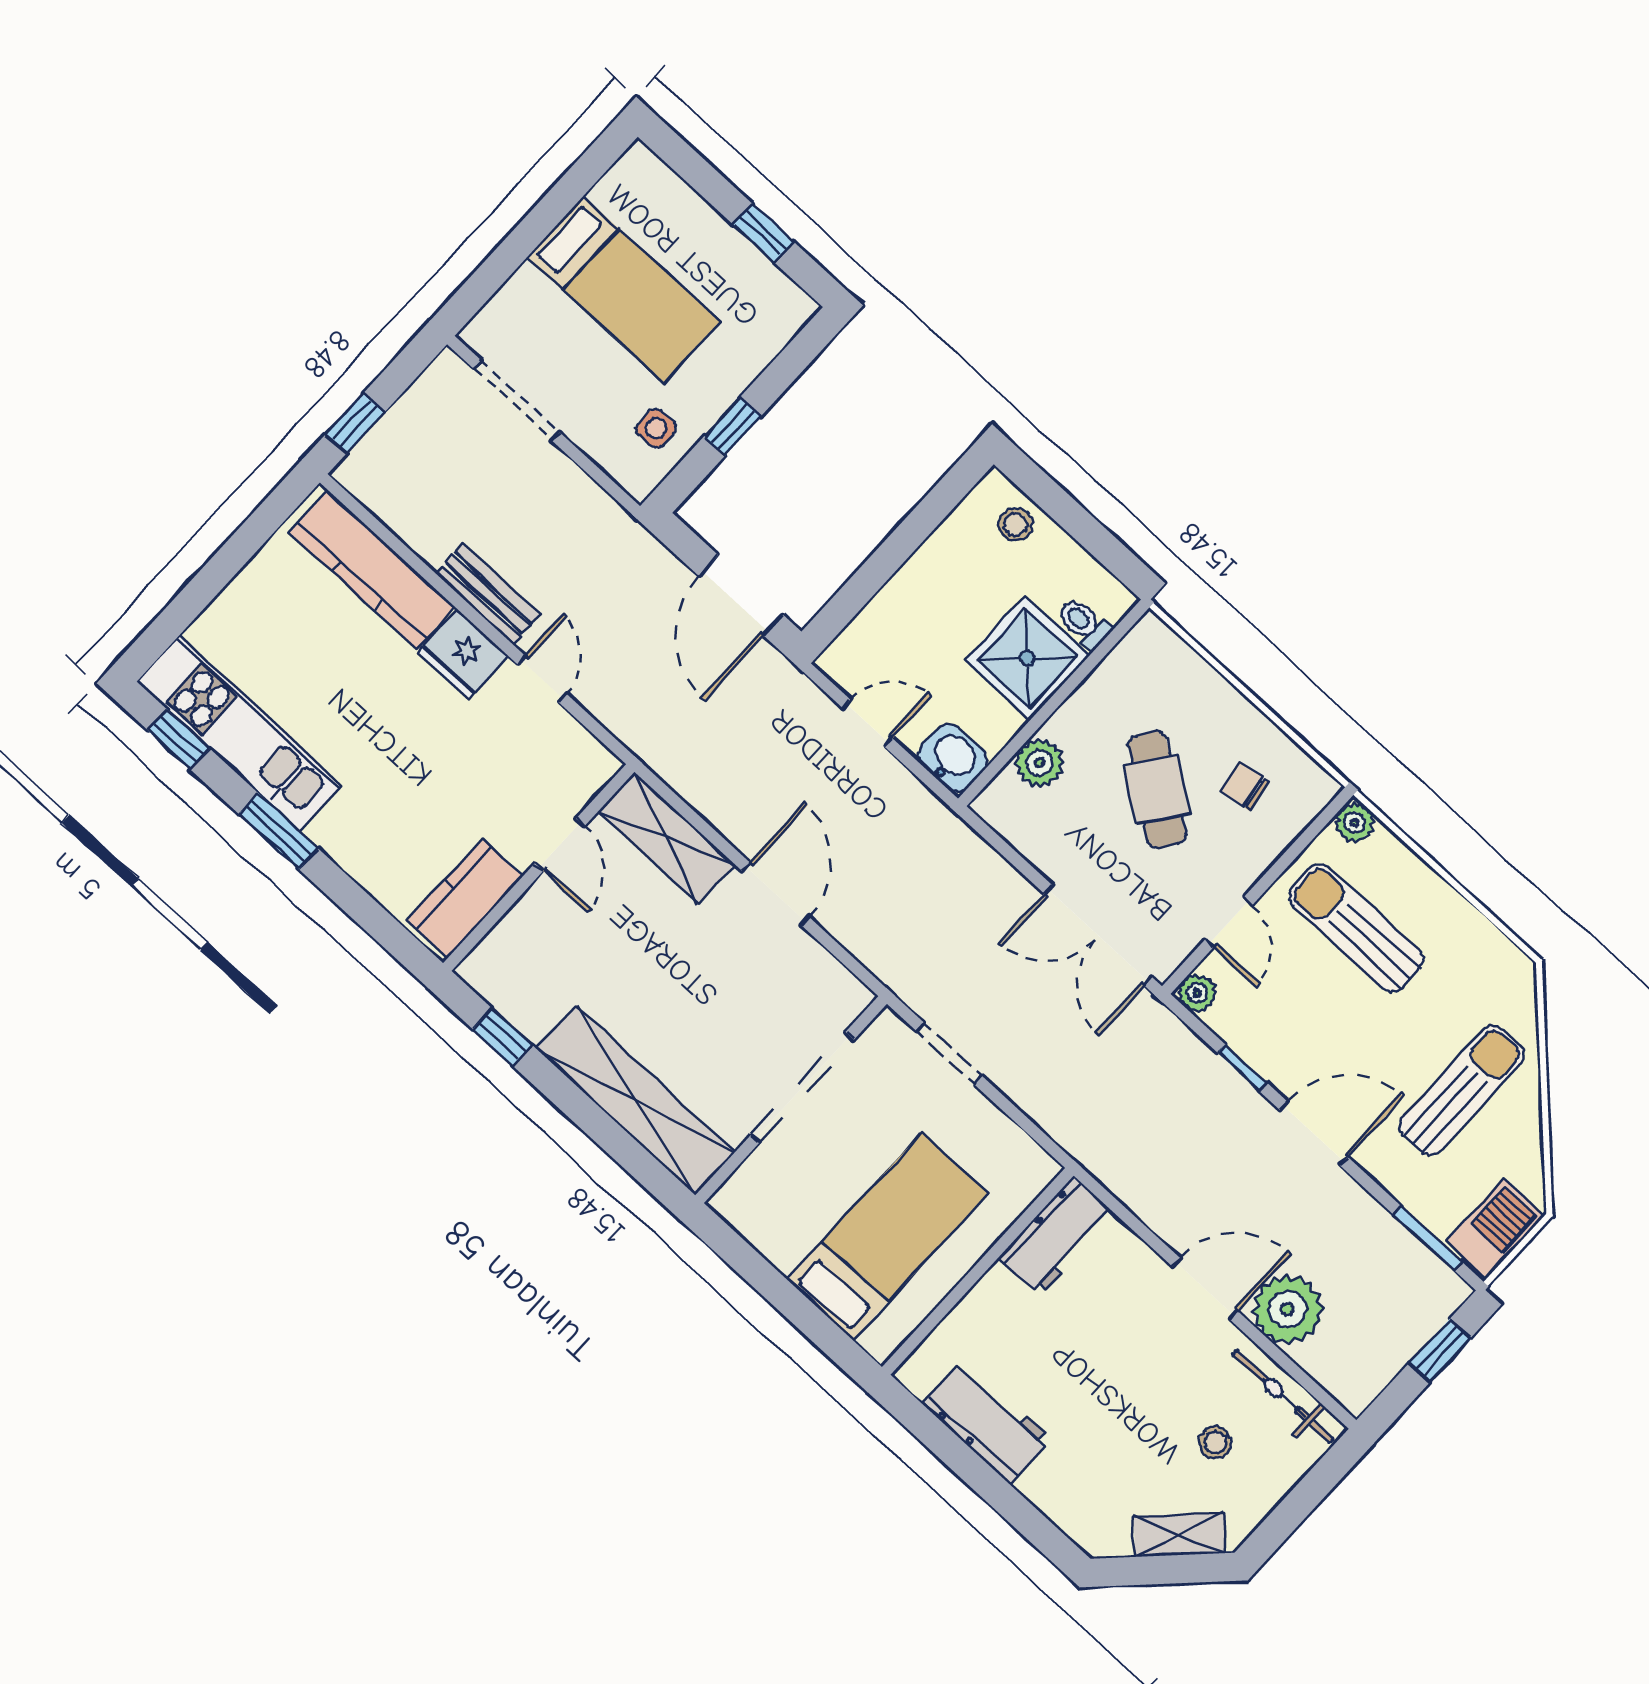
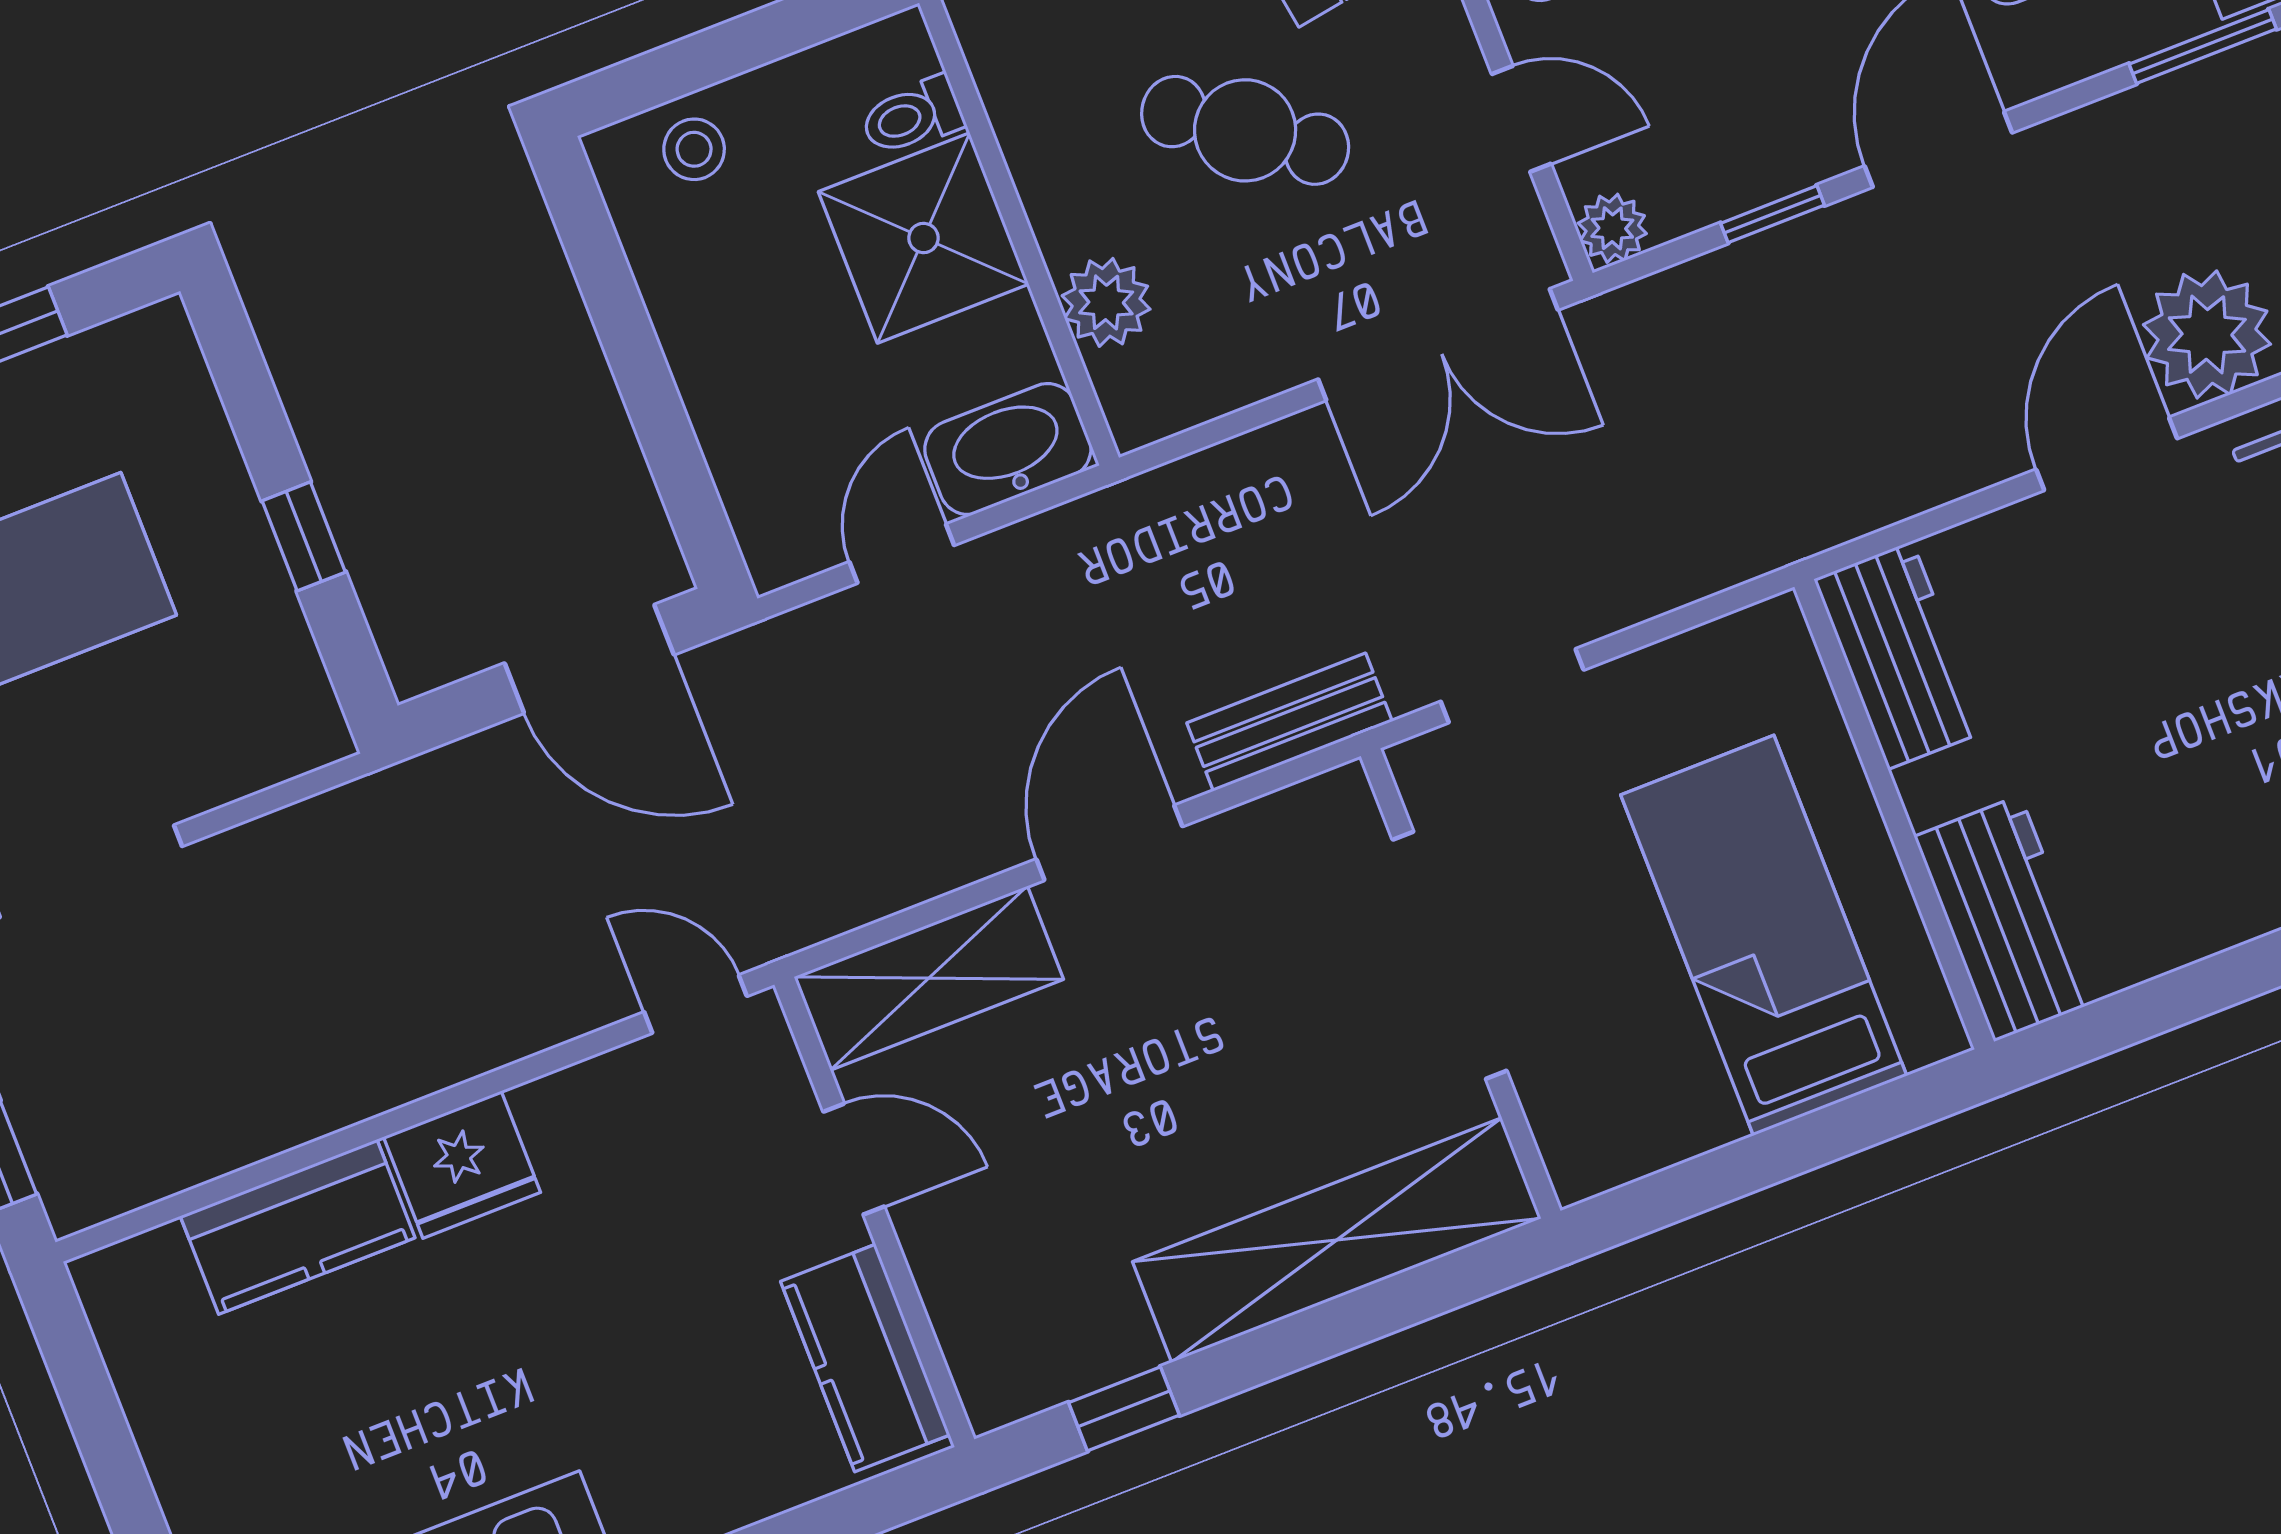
side table: (656, 428) -> (246, 664), removed
kitchen counter: (372, 569) -> (298, 1227), width x0.67
bench: (488, 594) -> (1289, 722), moved
door: (542, 679) -> (696, 1004), moved
washbasin: (953, 758) -> (1008, 449), width x1.38
door: (776, 894) -> (1109, 843), hinge flipped
workbench: (987, 1421) -> (2007, 918), moved, turned 90

